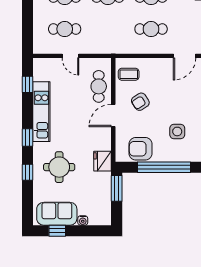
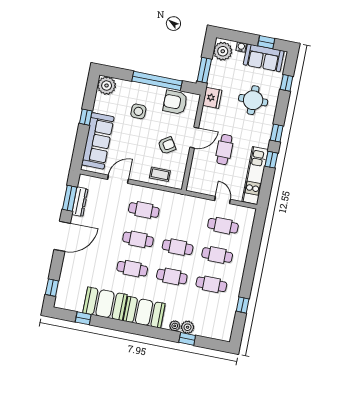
coffee table: (129, 74) -> (160, 174), moved
window: (28, 84) -> (271, 160), moved
cafe table: (99, 86) -> (224, 150), moved
kitchen unit: (41, 112) -> (255, 175), moved
armchair: (140, 149) -> (175, 102), turned 180
window: (28, 172) -> (287, 83), moved
plant: (101, 212) -> (223, 51), added

